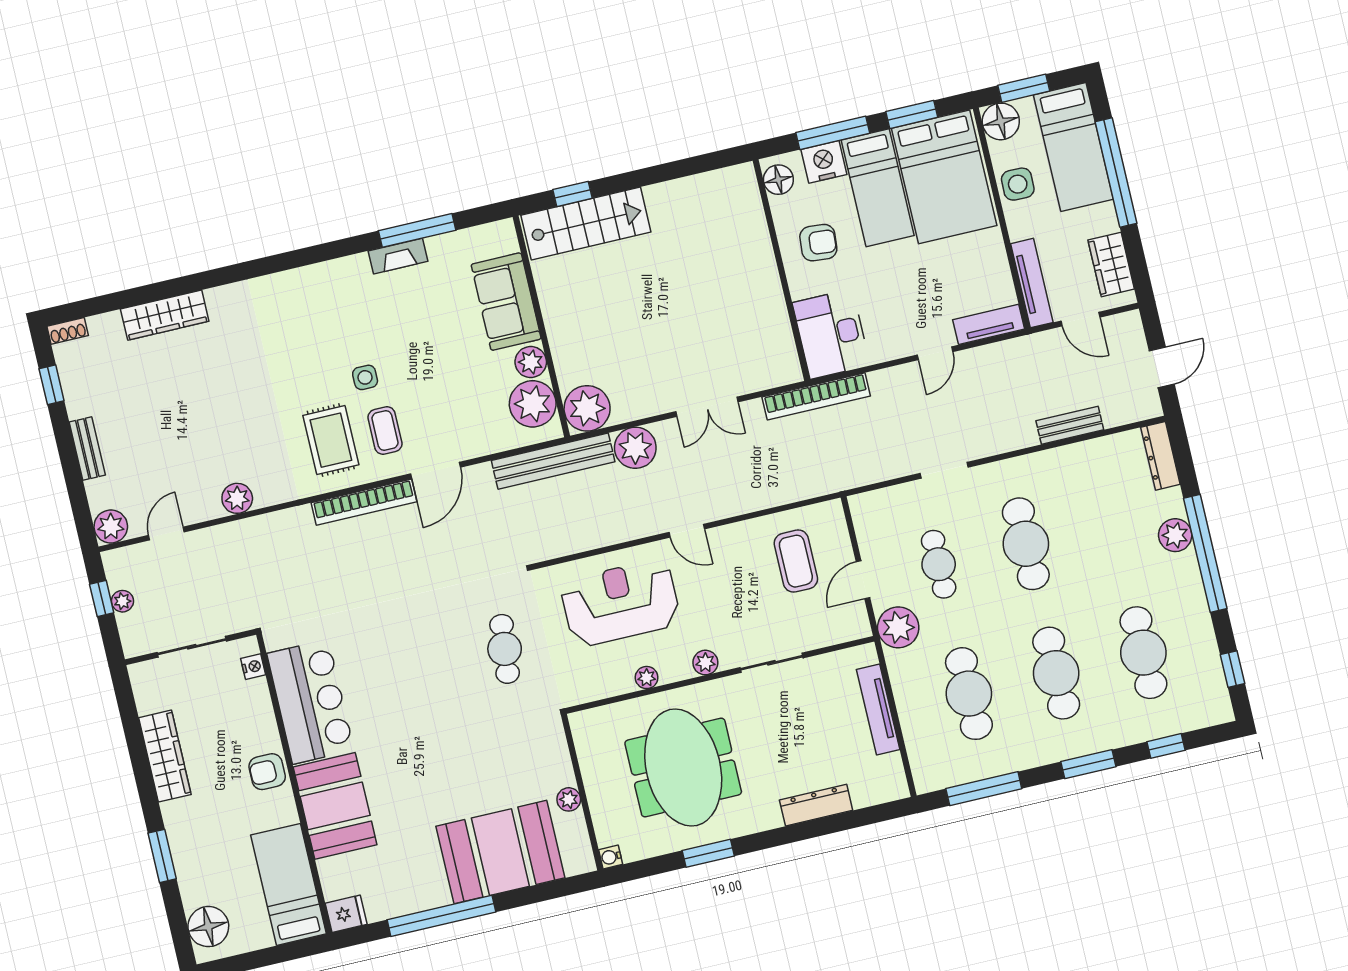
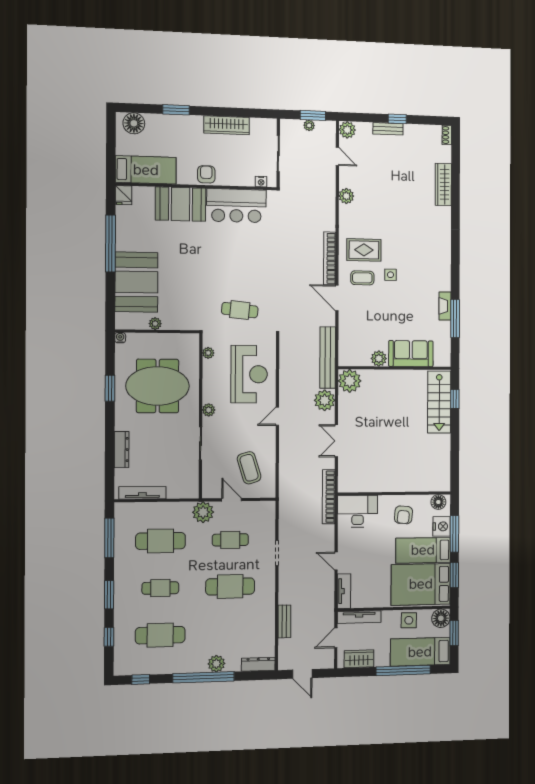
window: (52, 385) -> (397, 119), moved
plant: (533, 404) -> (358, 354), removed
coffee table: (796, 561) -> (249, 468), turned 73
window: (102, 598) -> (313, 115), width x1.50
cafe table: (1056, 673) -> (160, 588), width x0.73, depth x0.74
plant: (647, 678) -> (208, 353), moved
tv unit: (878, 709) -> (142, 493), moved

